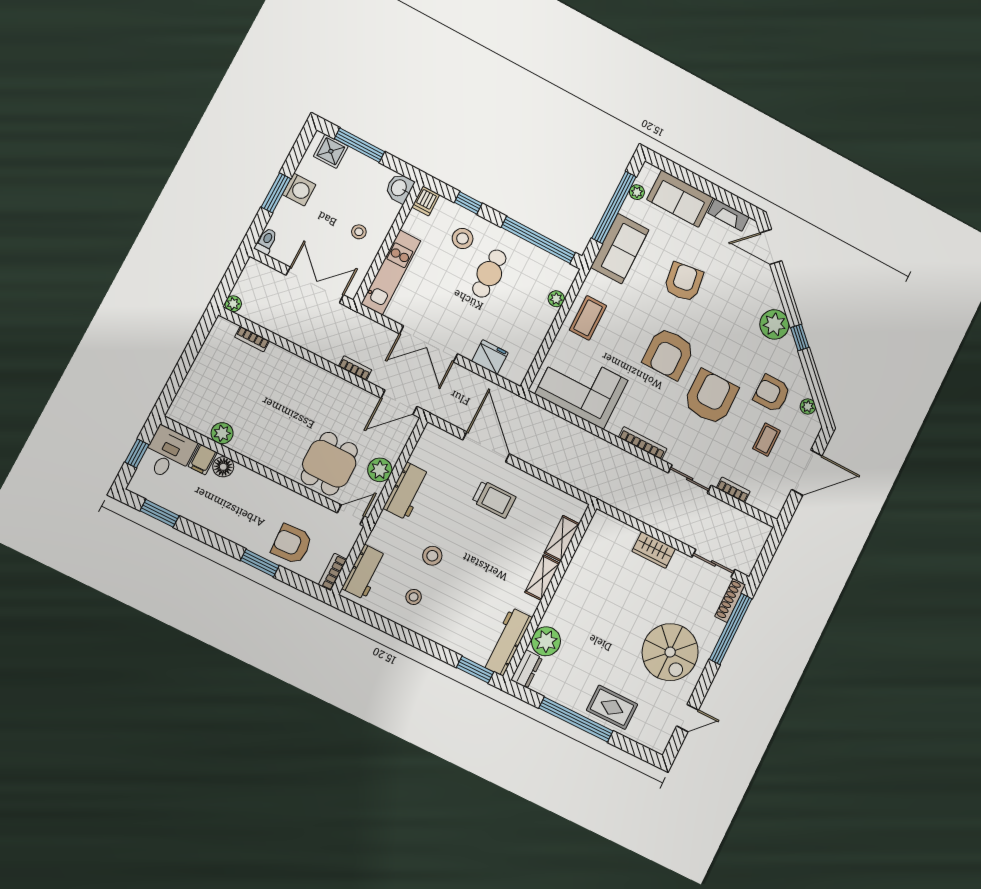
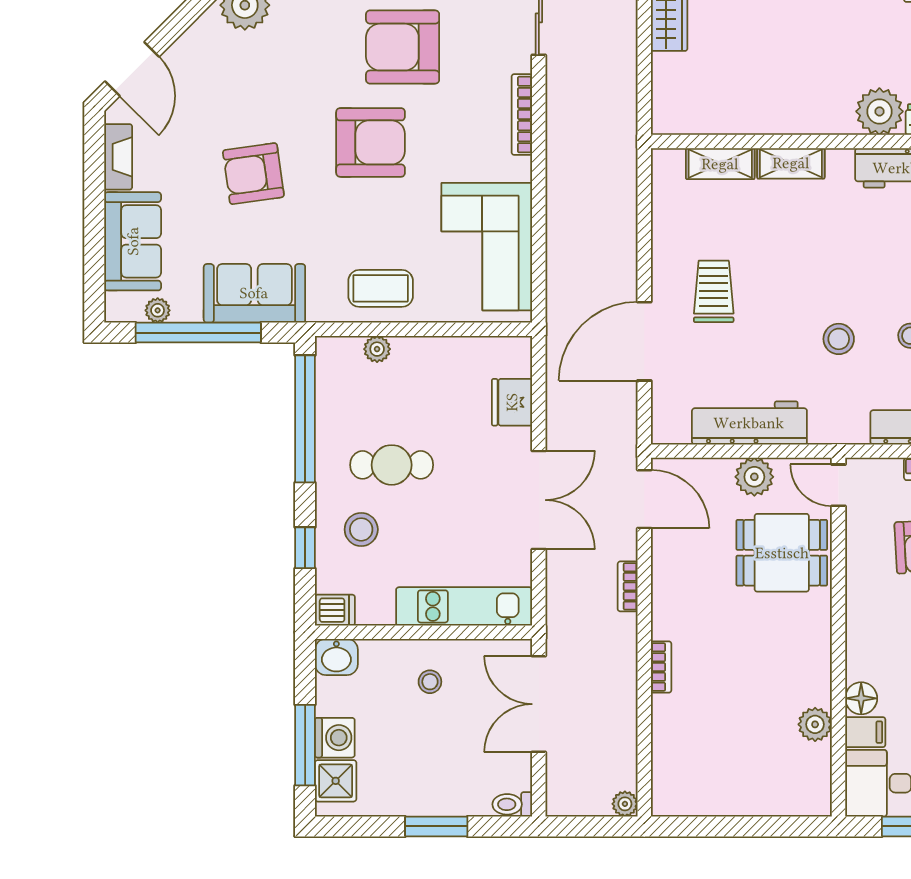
washing machine: (299, 190) -> (335, 738), moved, turned 90
bookcase: (252, 339) -> (661, 667), moved
workbench: (407, 491) -> (749, 423), width x1.38

